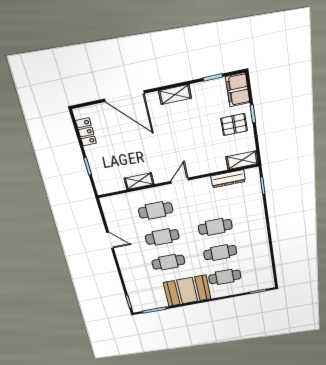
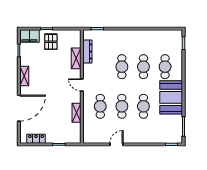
shelving: (242, 160) -> (76, 58), moved

